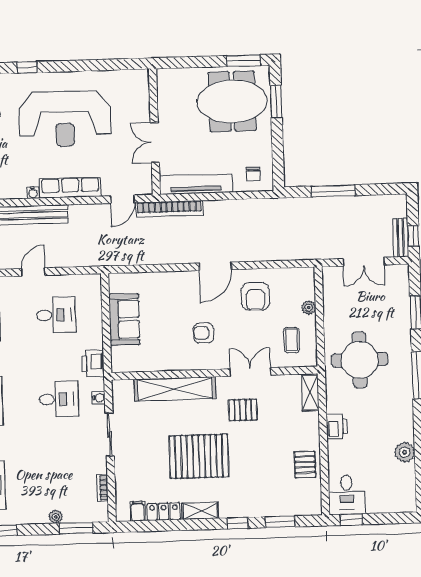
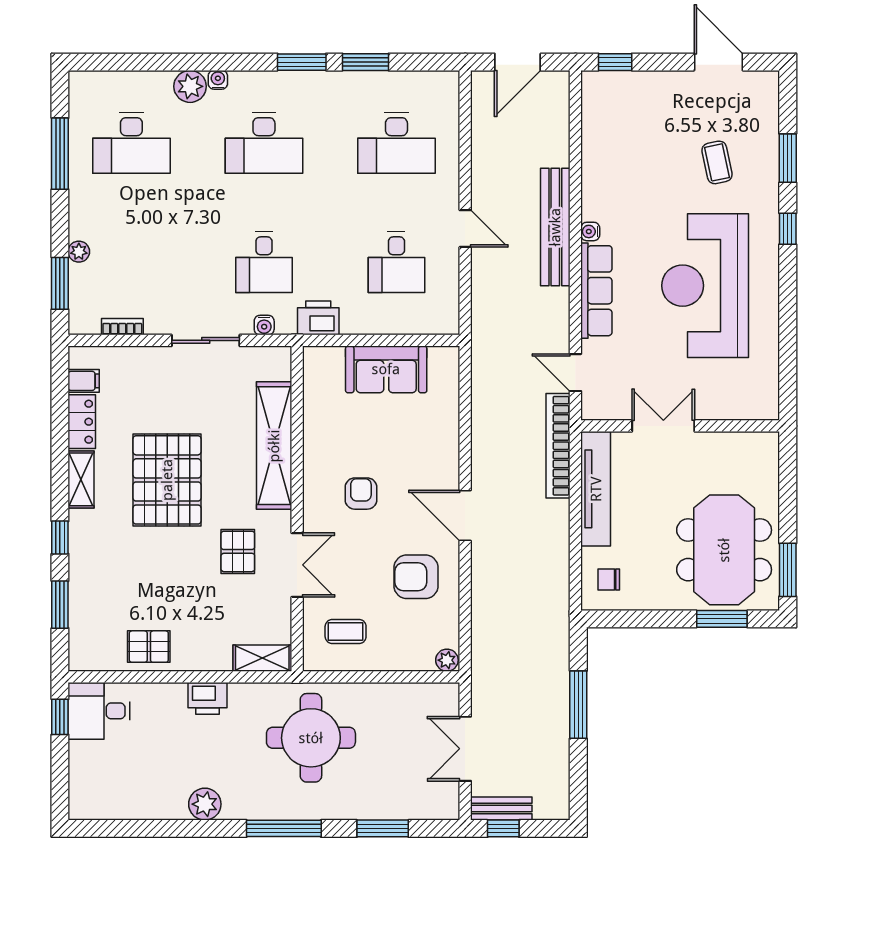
plant: (309, 308) -> (447, 660), moved
plant: (405, 452) -> (205, 804), moved

